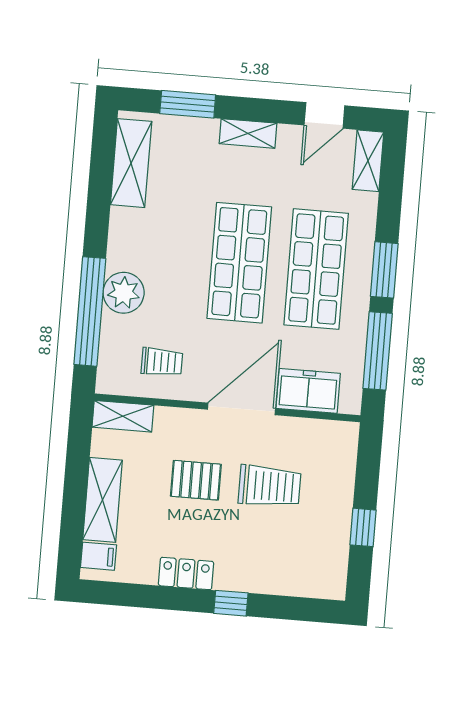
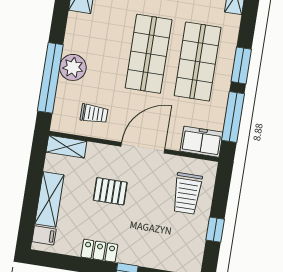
freezer: (308, 391) -> (202, 142), moved
trolley: (270, 486) -> (187, 193), moved, turned 90

